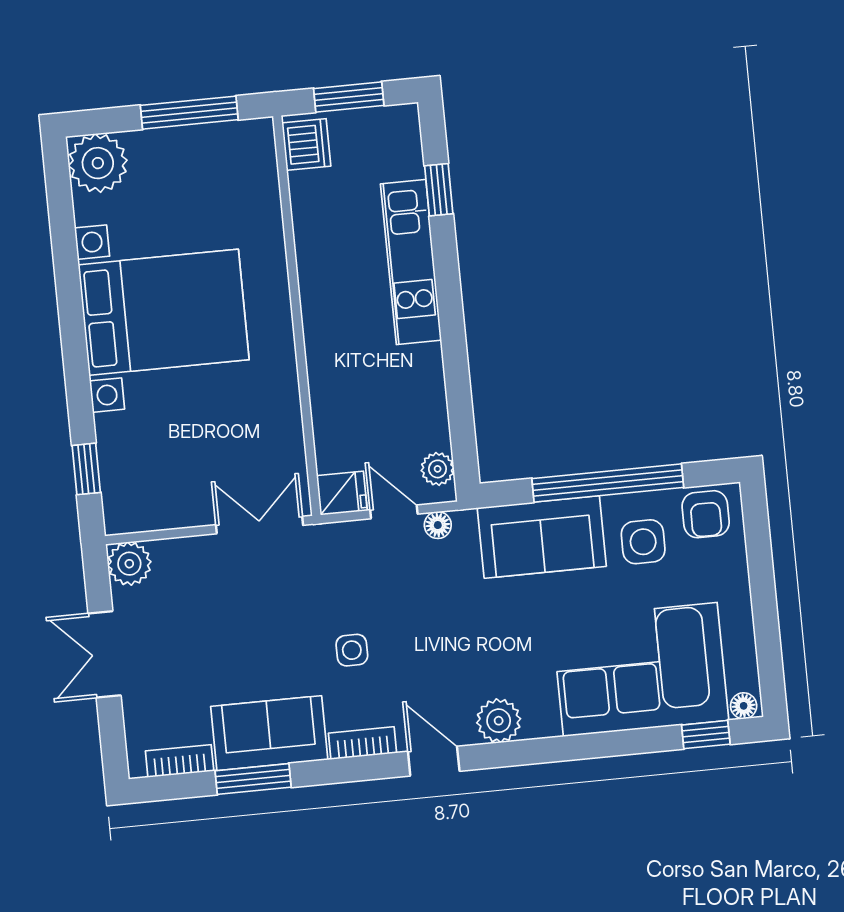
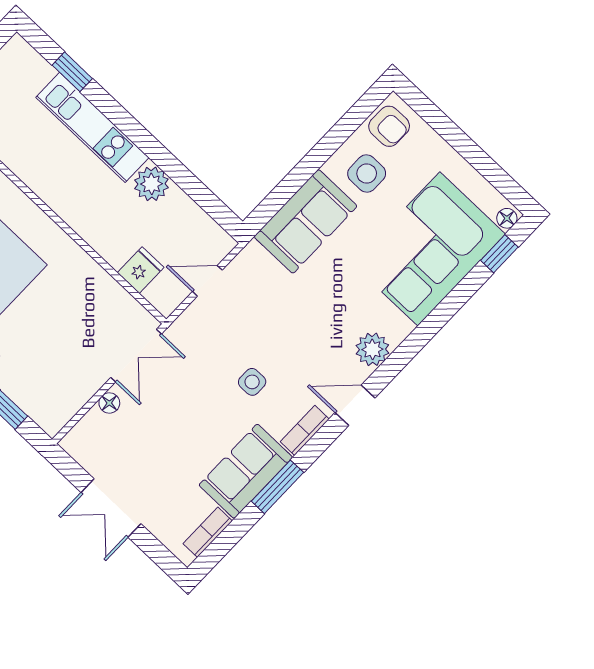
plant: (438, 469) -> (151, 184), moved, width x1.38, depth x1.38
window: (608, 483) -> (317, 157), removed
fridge: (342, 493) -> (141, 270), moved
double door: (259, 525) -> (136, 356), swing flipped
floor lamp: (438, 525) -> (109, 403), moved
plant: (129, 564) -> (80, 443), removed
window: (253, 779) -> (277, 487), moved

